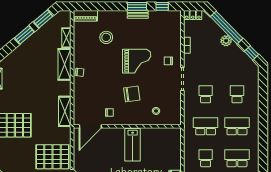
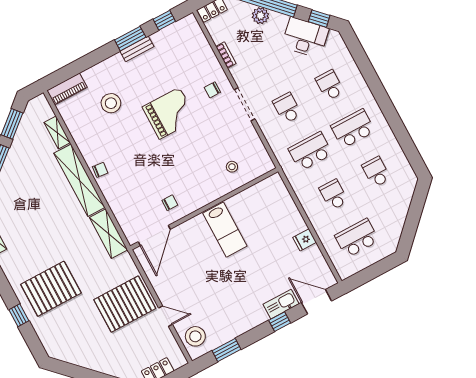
plant: (226, 41) -> (260, 16), moved
desk: (238, 59) -> (305, 37), added
shelving: (65, 64) -> (79, 180), width x1.47
chair: (132, 94) -> (187, 161), removed
school desk: (237, 158) -> (376, 172), width x0.54

